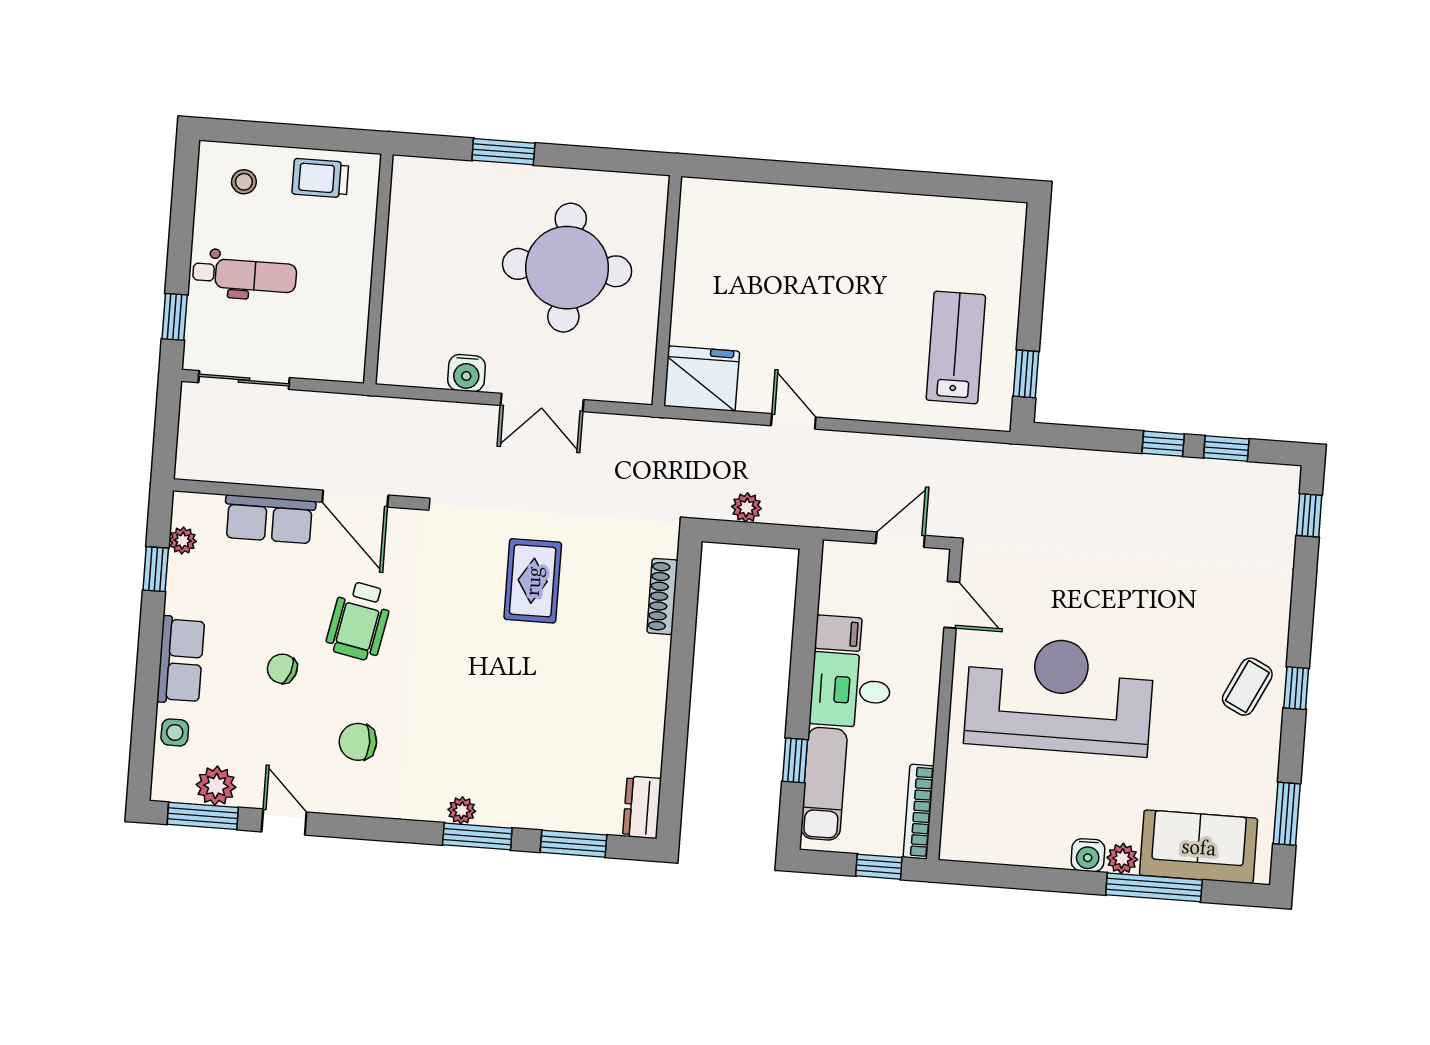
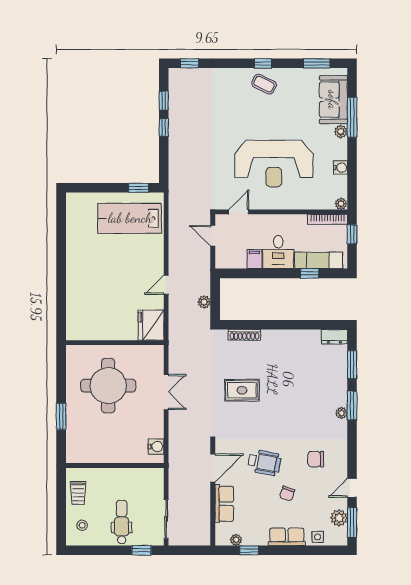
lab bench: (956, 347) -> (130, 218), width x1.36, depth x1.39
water cooler: (466, 373) -> (156, 447), moved
reception desk: (1059, 696) -> (274, 164), turned -90
chair: (358, 742) -> (316, 459), turned 90
plant: (953, 846) -> (341, 204), added
water cooler: (1088, 855) -> (341, 168), moved

